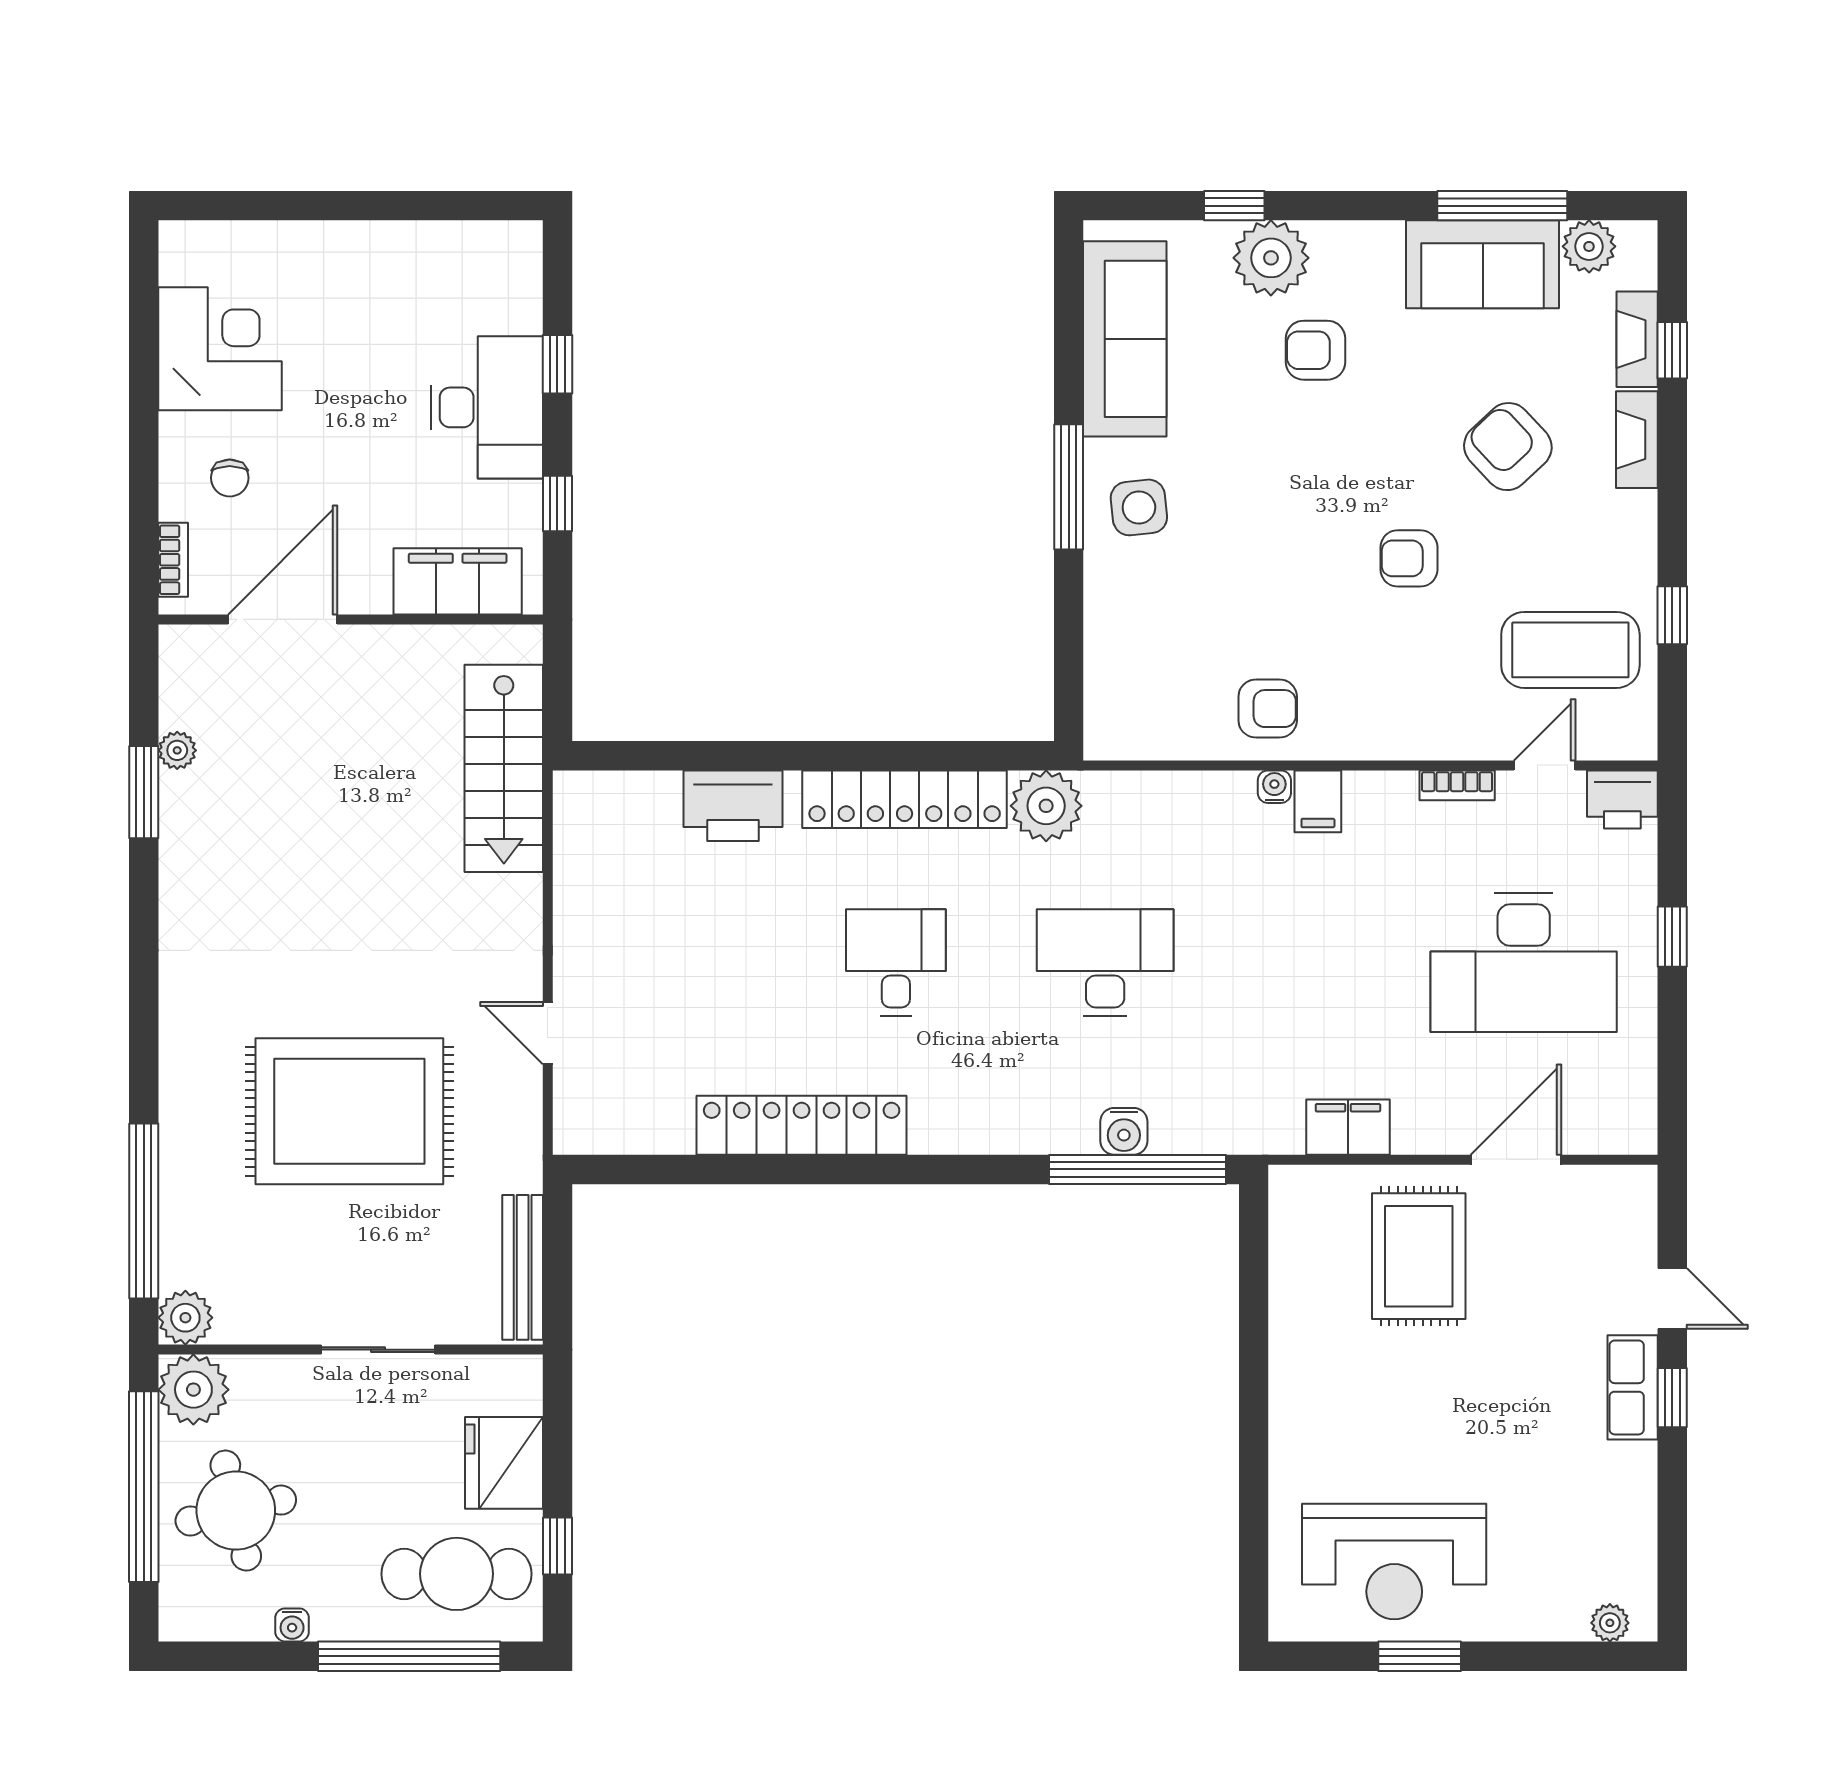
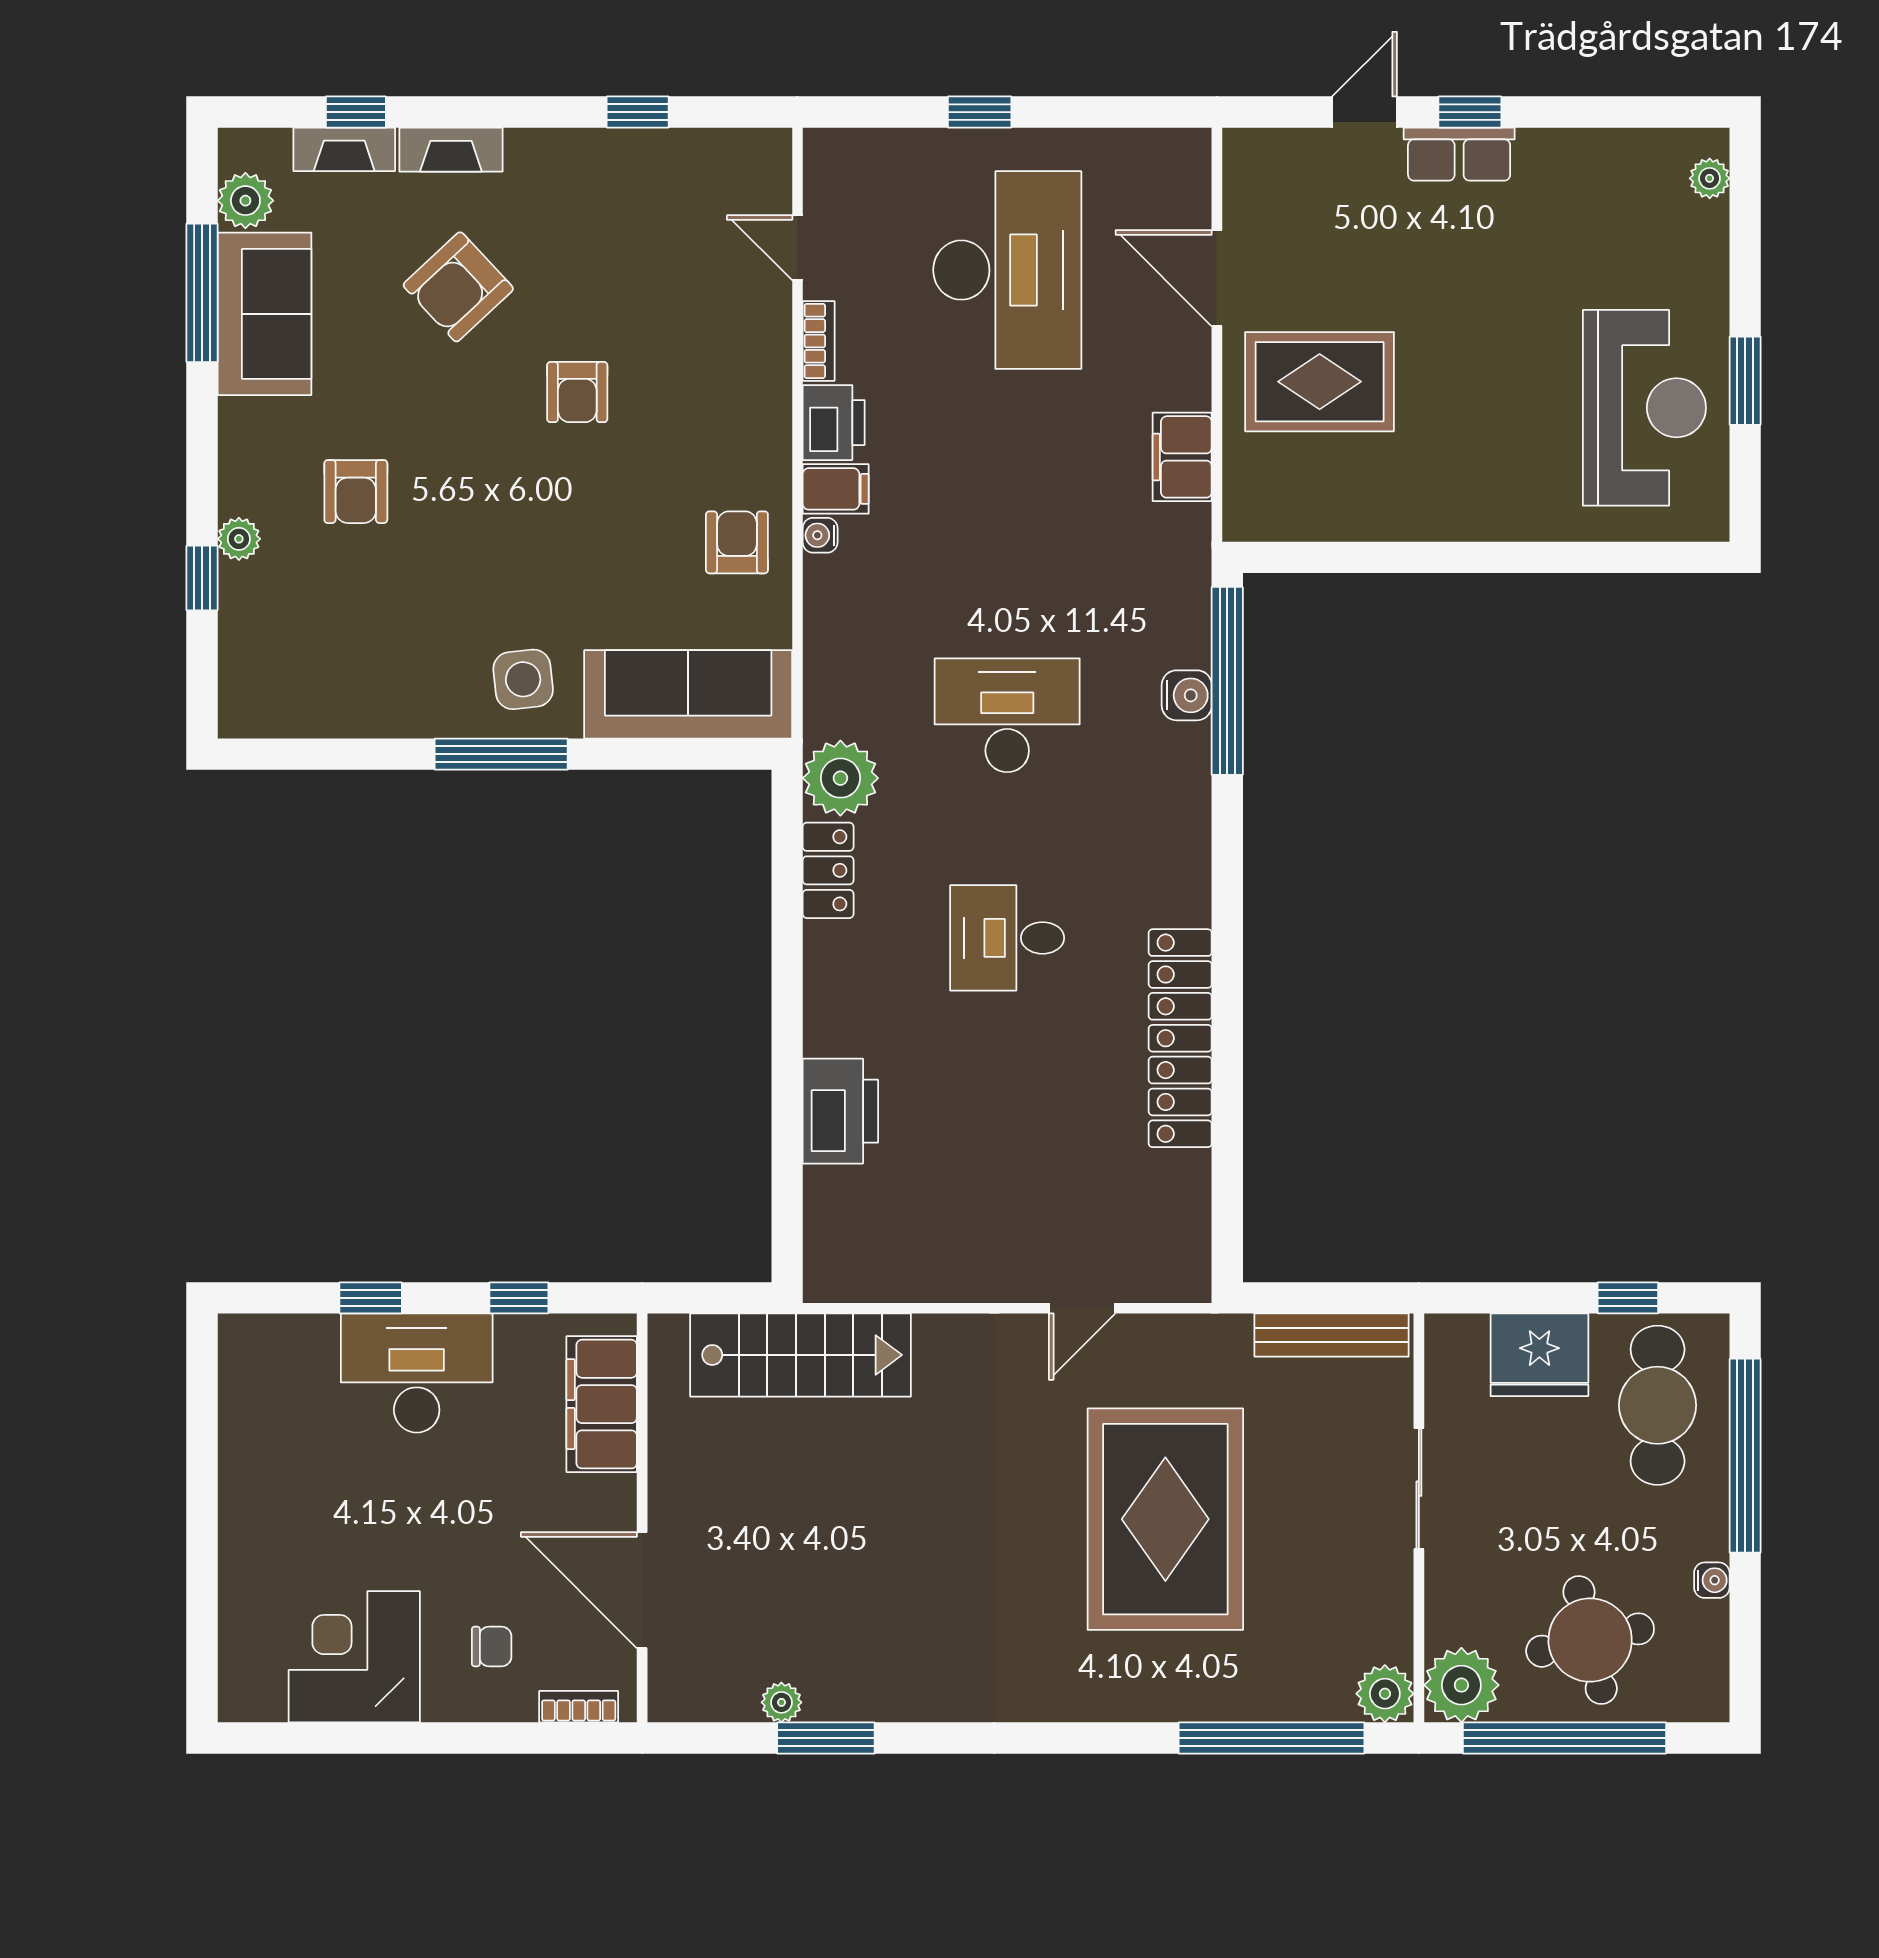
plant: (1271, 258) -> (239, 539), width x0.53, depth x0.53
sofa: (1125, 339) -> (688, 694), moved
coffee table: (1570, 650) -> (675, 220), removed
locker: (905, 799) -> (828, 870), width x0.46, depth x0.83
printer: (1622, 799) -> (834, 423), moved
desk: (1105, 963) -> (1007, 715), turned 90

